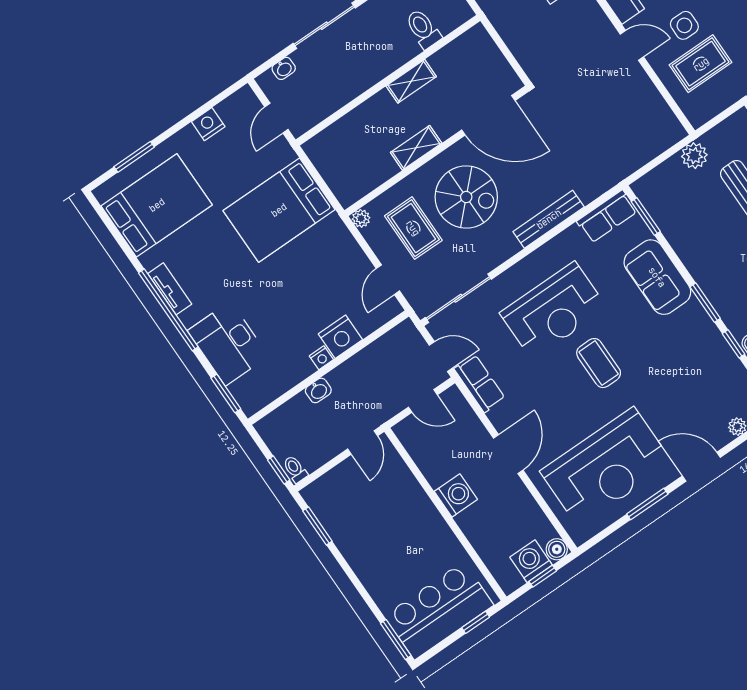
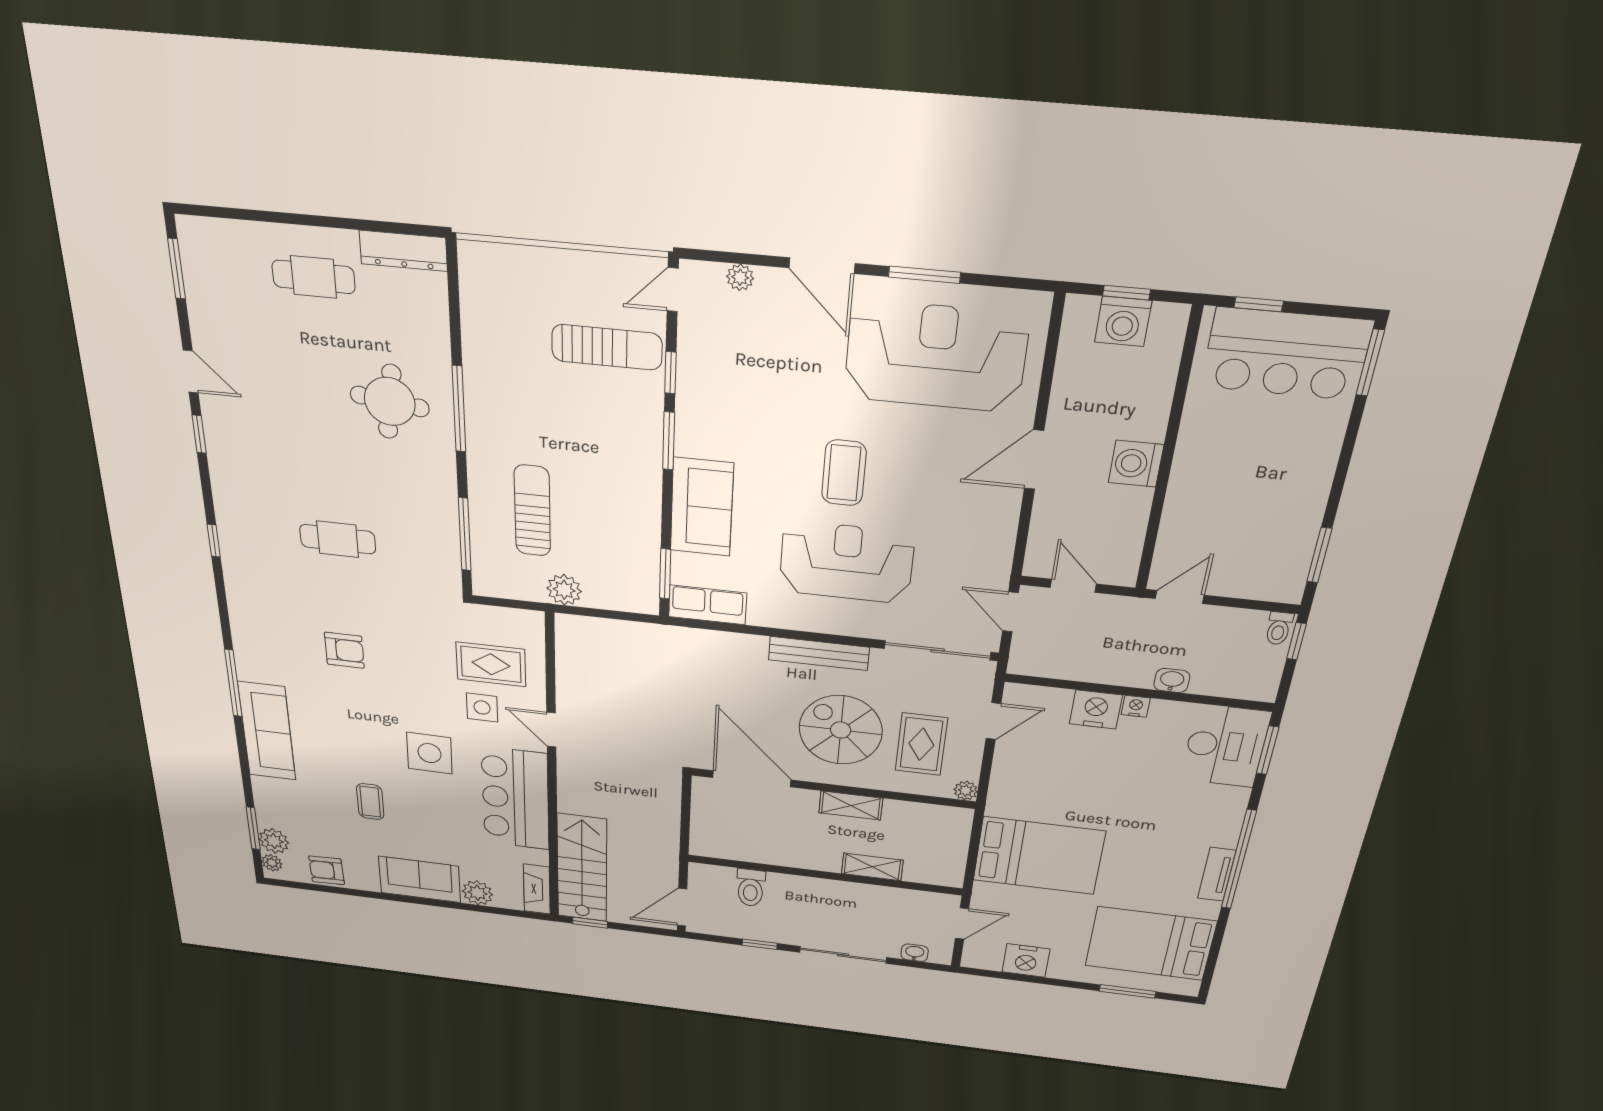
shelving: (411, 81) -> (872, 867), moved
nightstand: (208, 124) -> (1026, 960), width x1.36, depth x1.33
bench: (549, 219) -> (819, 653), moved
desk: (228, 343) -> (1225, 746), moved
row of seats: (480, 384) -> (995, 555), removed
boiler: (557, 549) -> (1080, 310), removed

